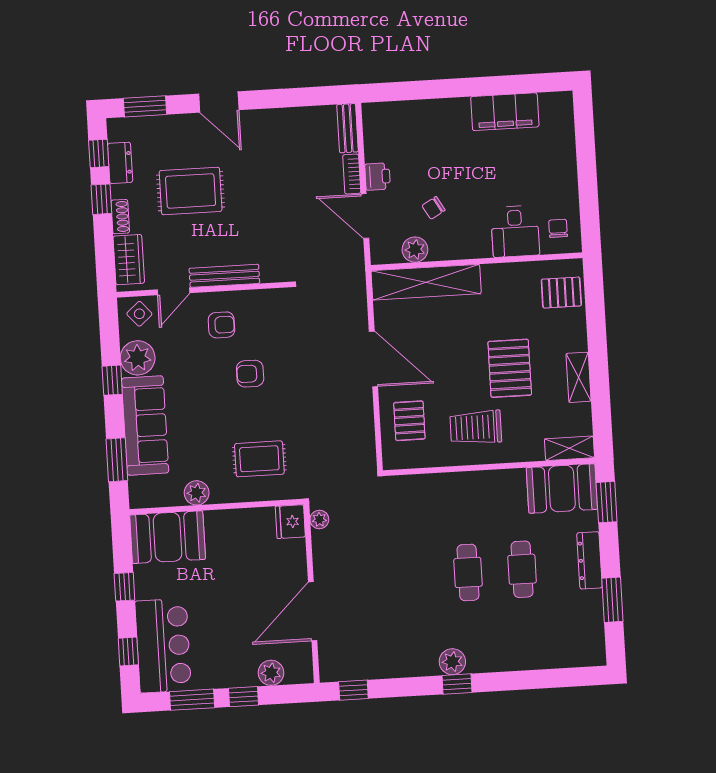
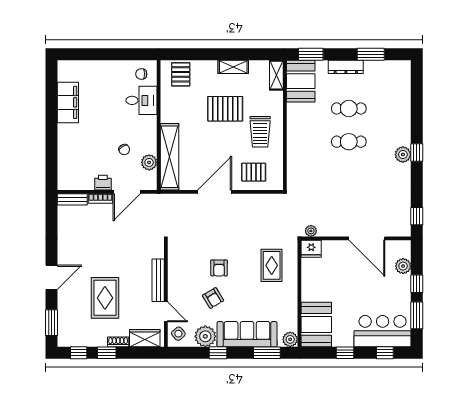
dresser: (120, 163) -> (85, 340), removed
armchair: (221, 325) -> (213, 298), moved, turned 149
plant: (197, 493) -> (290, 339), moved

